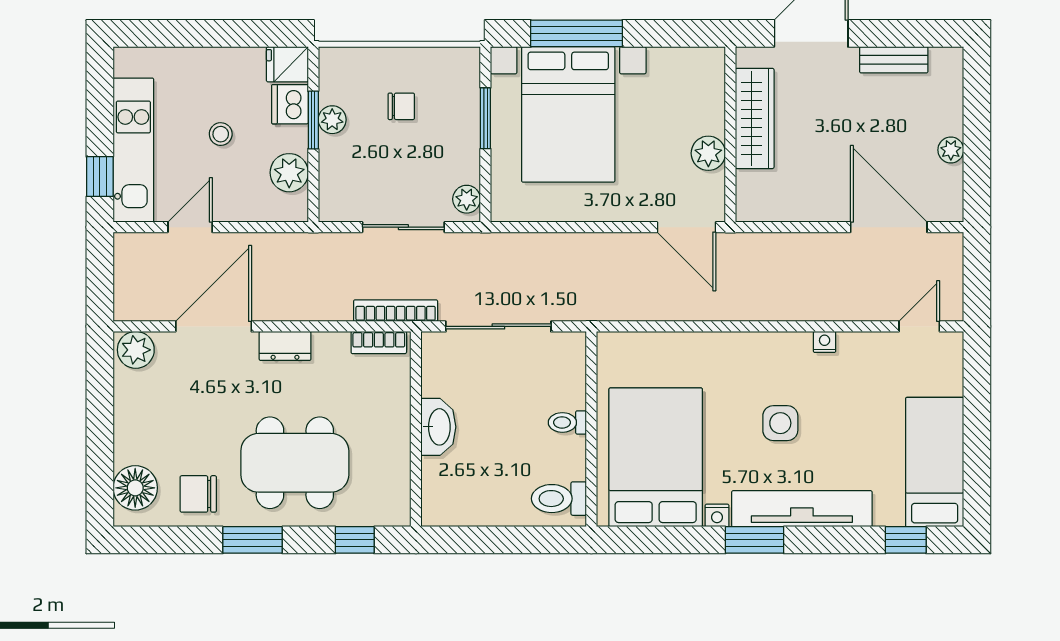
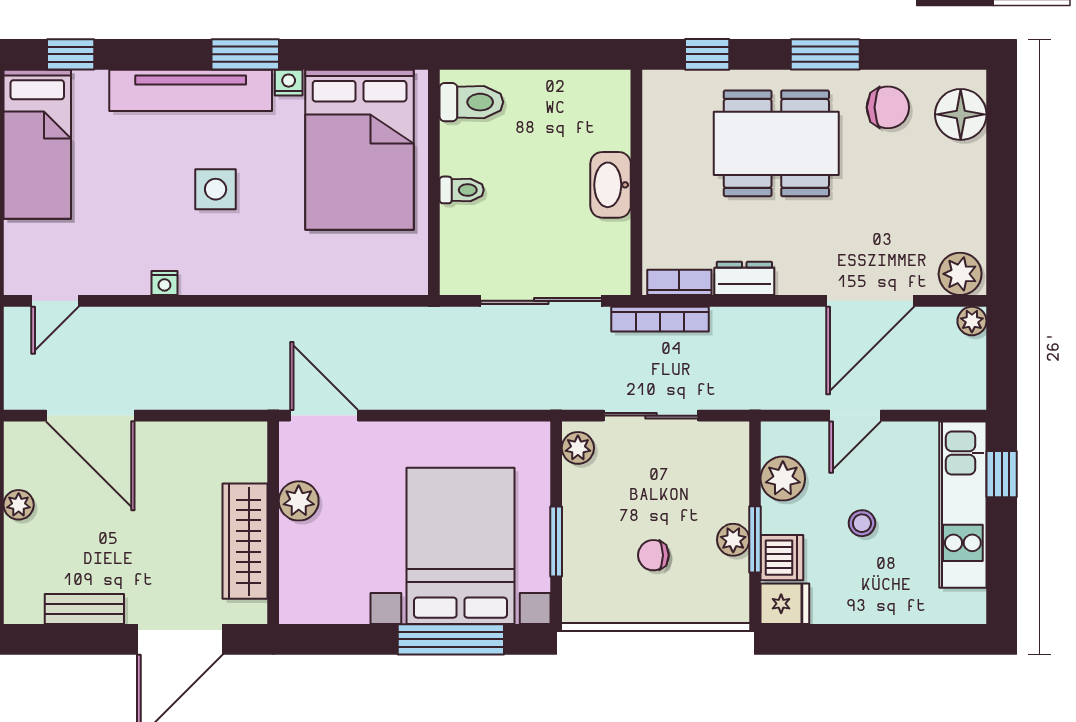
door: (190, 227) -> (855, 416), moved
plant: (126, 309) -> (972, 321), added
dresser: (285, 346) -> (744, 278), moved

